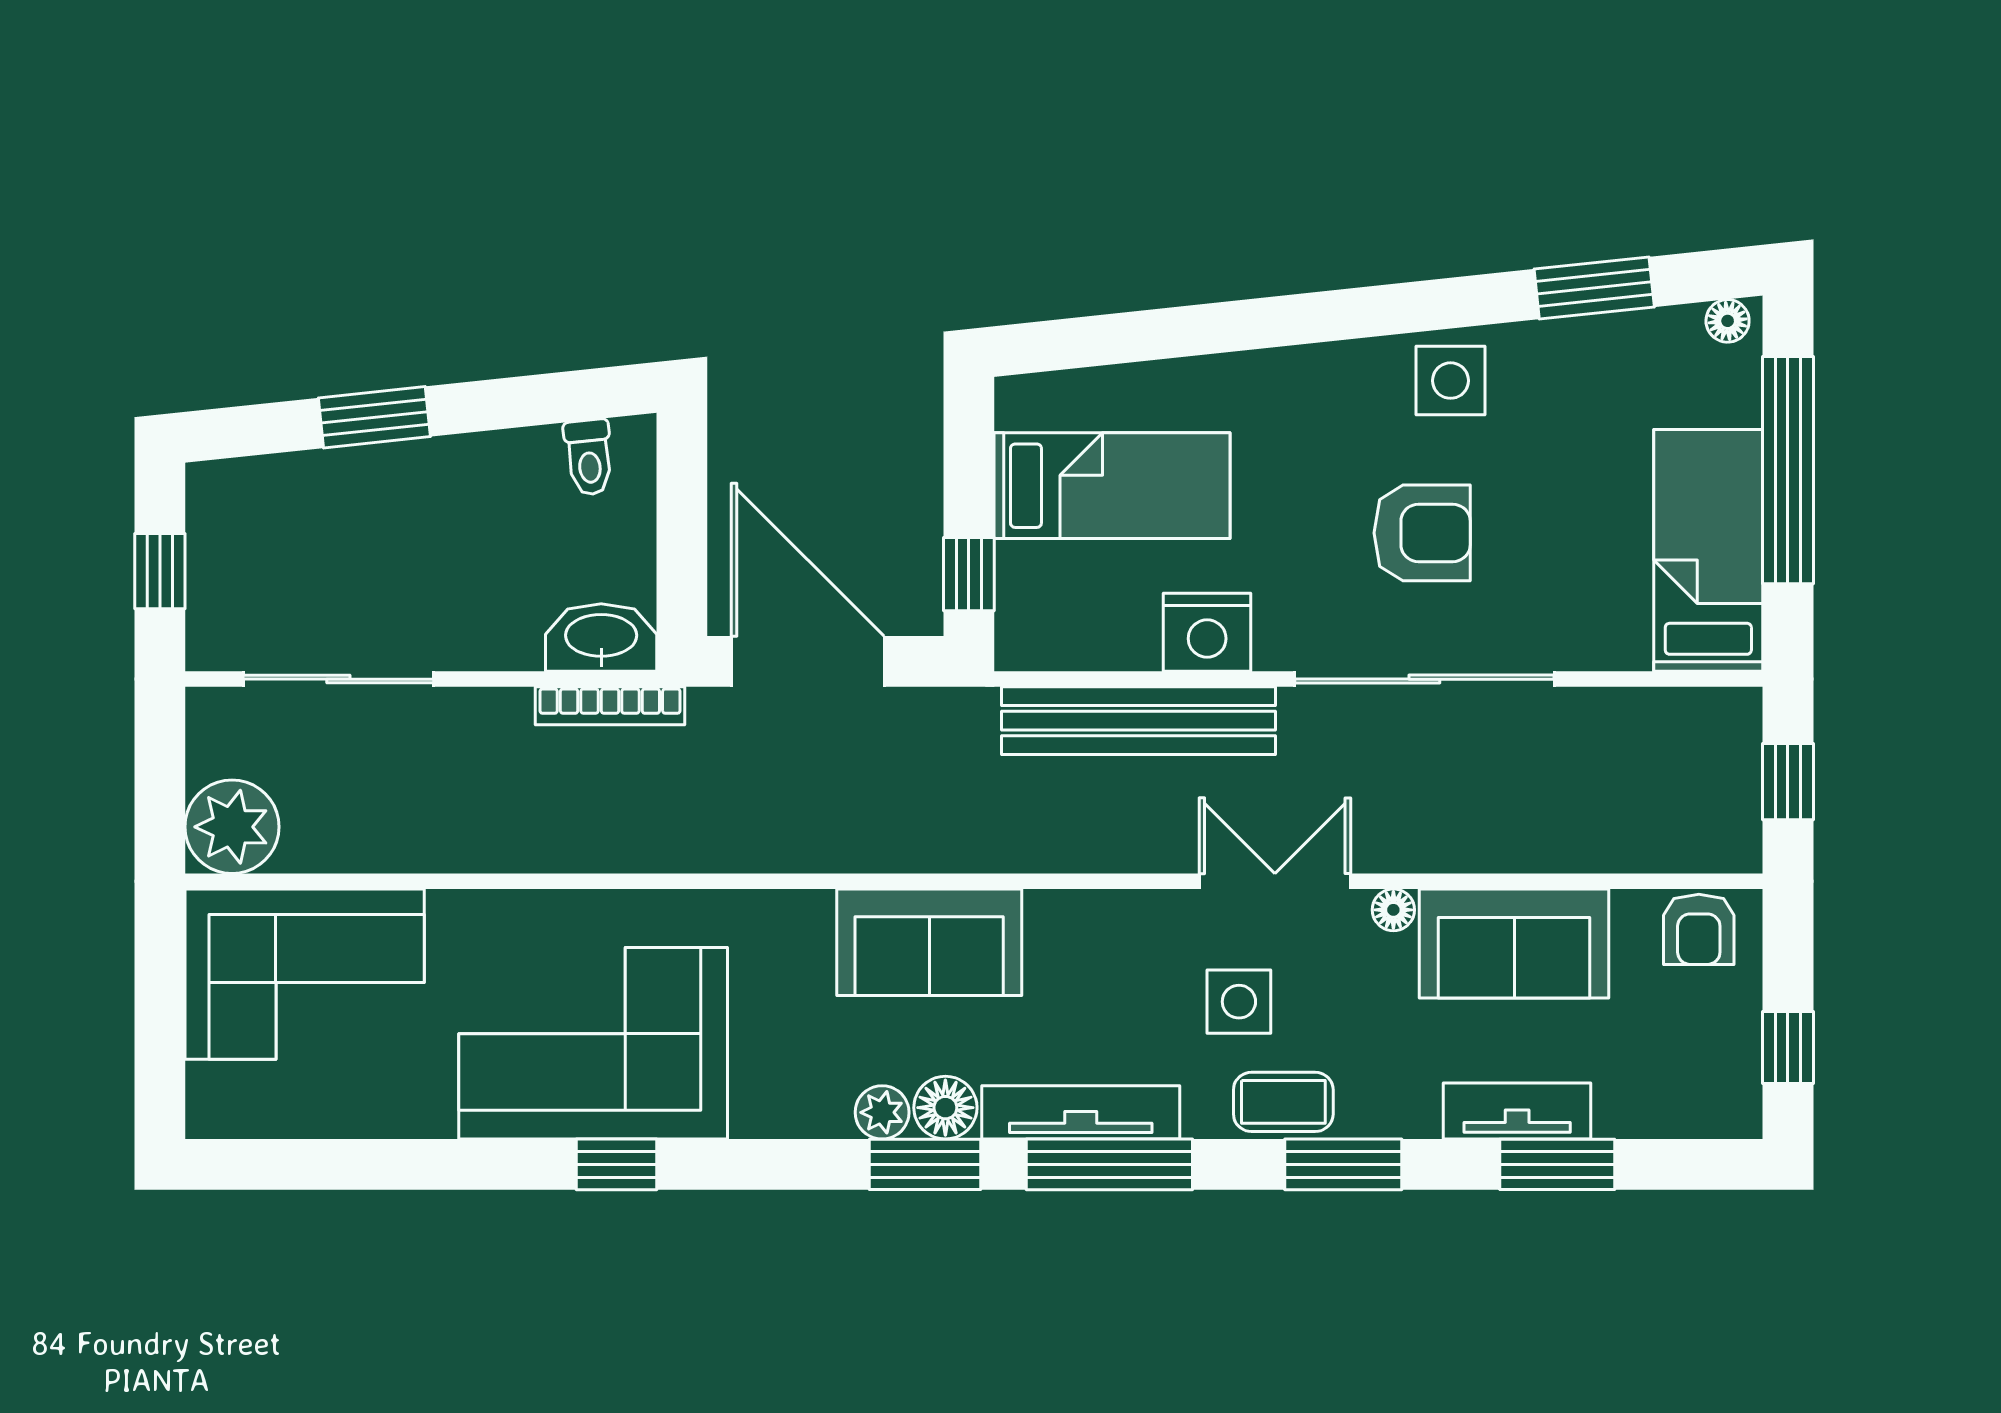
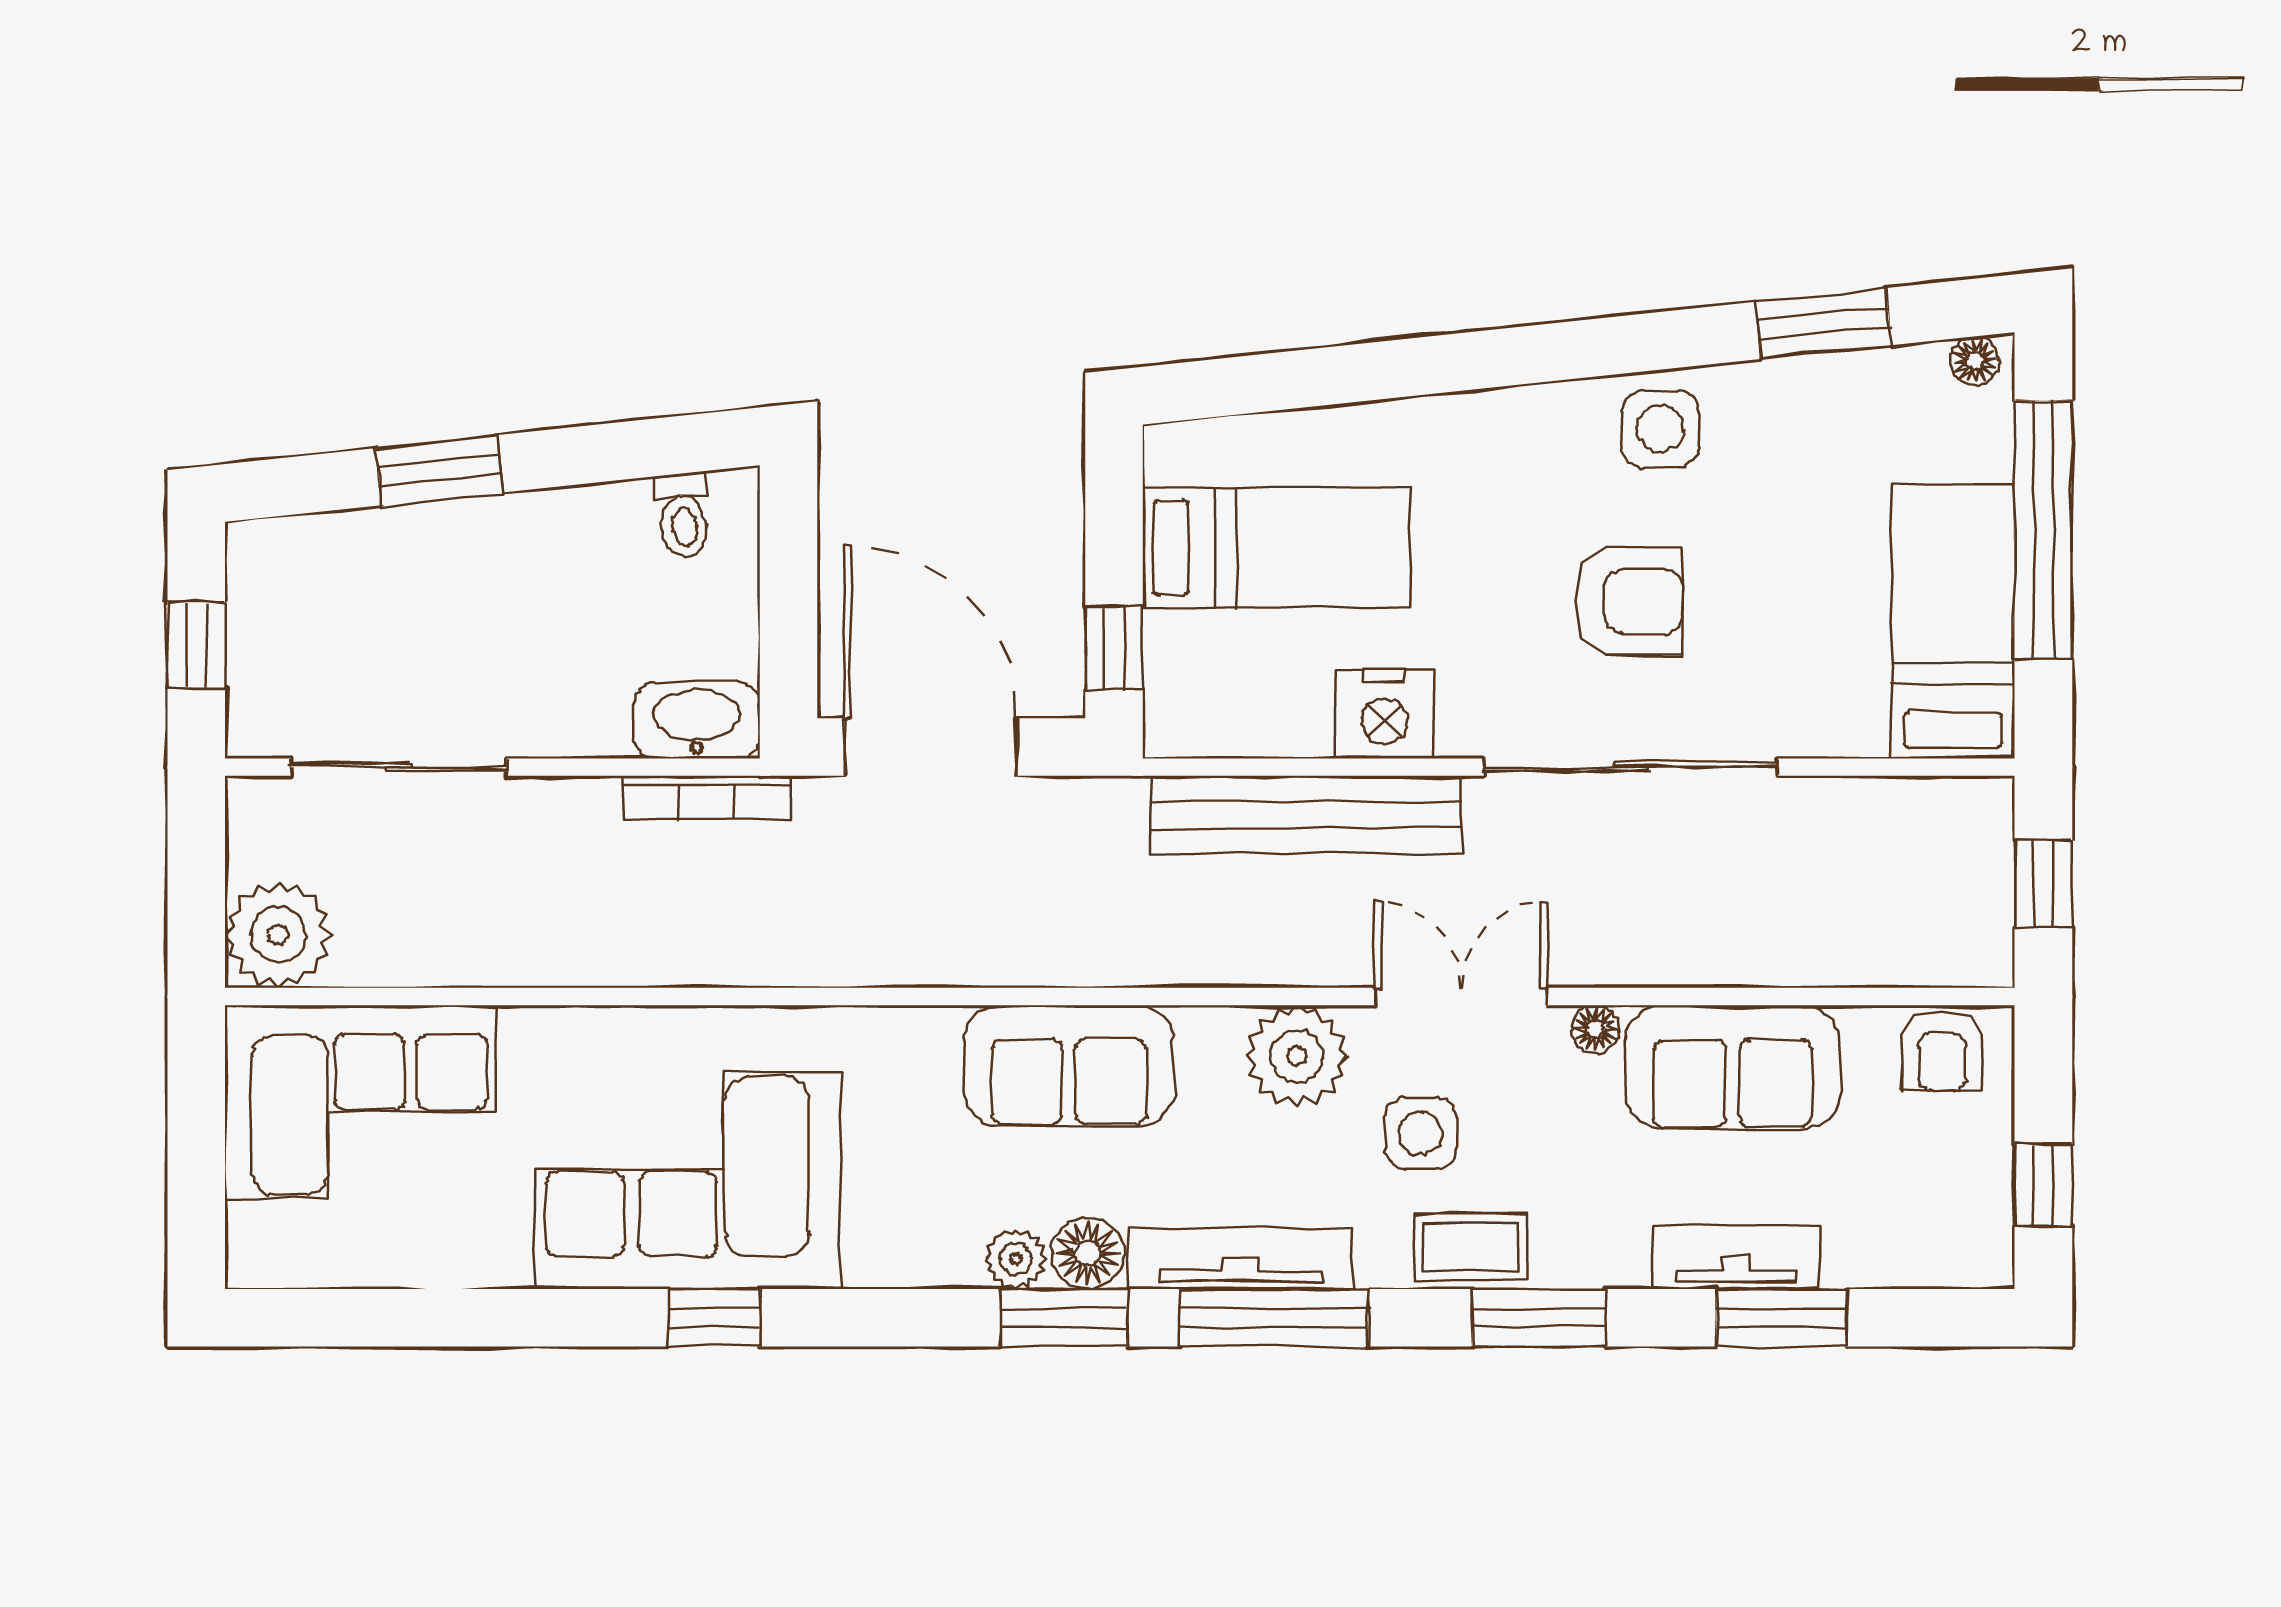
plant: (1130, 934) -> (1297, 1056), added

